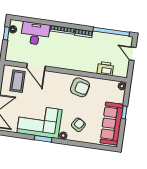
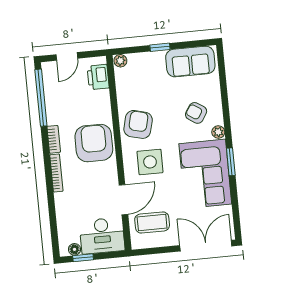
desk: (35, 34) -> (102, 236), moved, turned -90
armchair: (75, 57) -> (94, 143), added
printer: (105, 69) -> (98, 77), moved
side table: (55, 89) -> (150, 162), added
sofa: (112, 124) -> (190, 62), width x0.73

